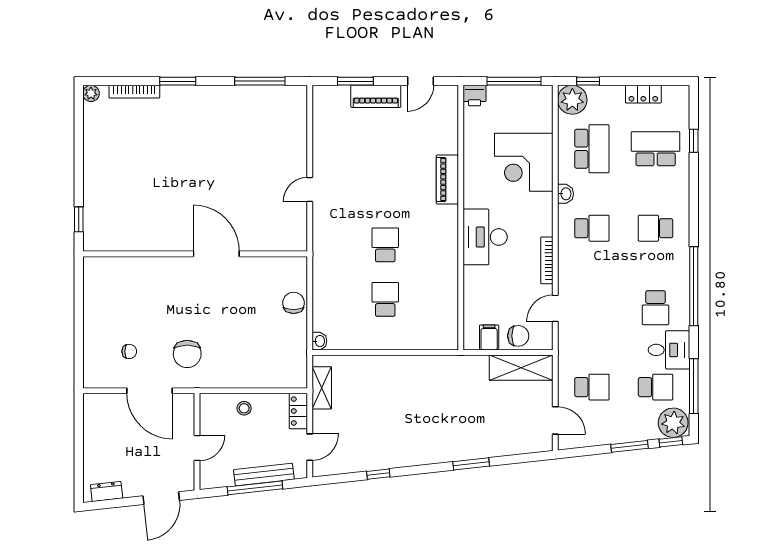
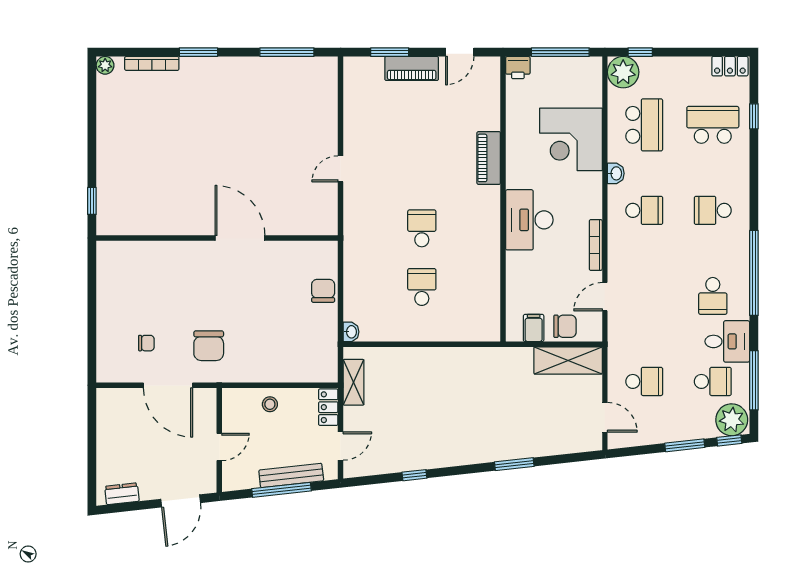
locker: (643, 94) -> (730, 66), moved

